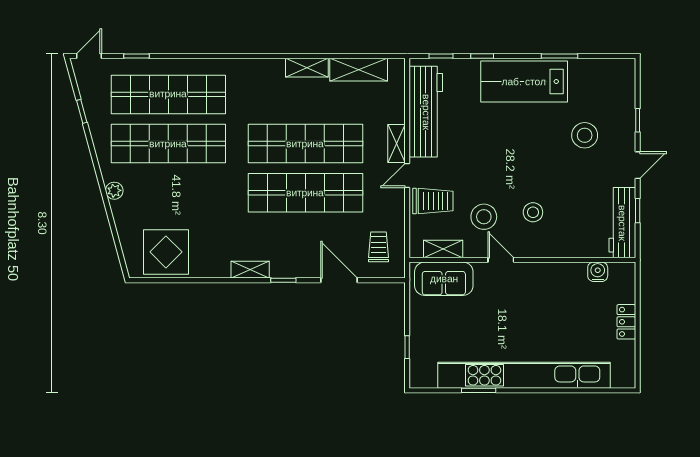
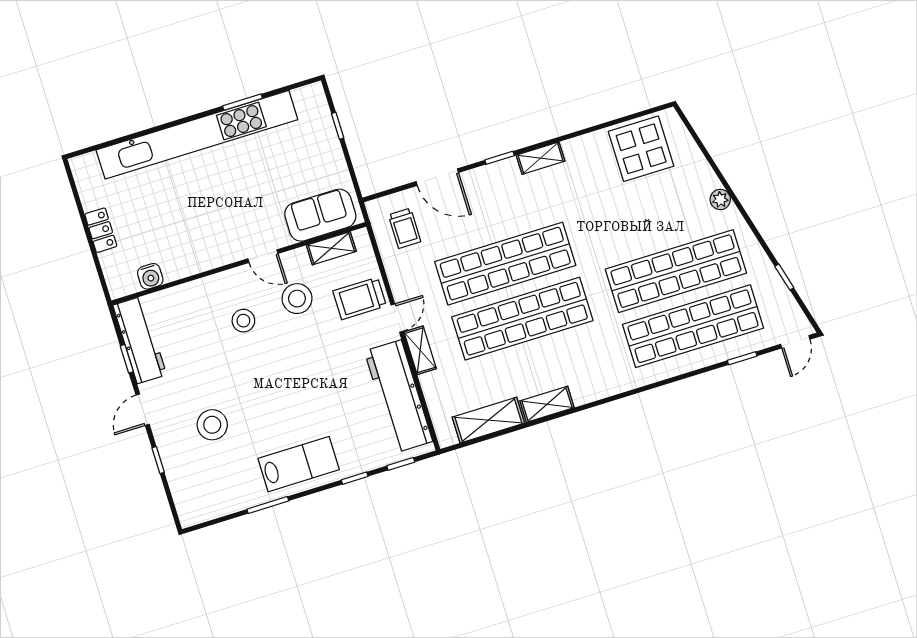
lab bench: (524, 82) -> (299, 464), width x0.73, depth x0.72

